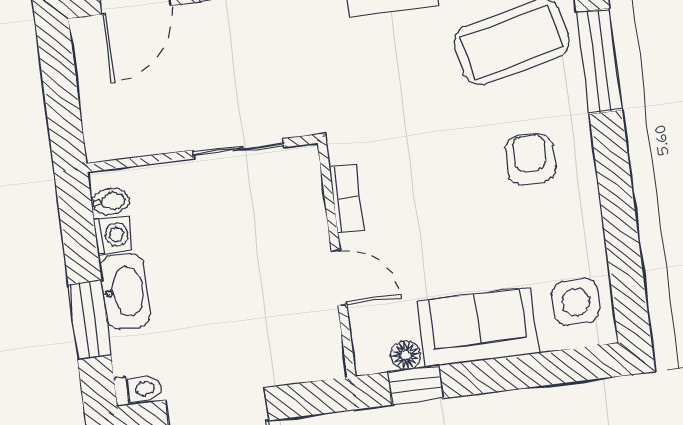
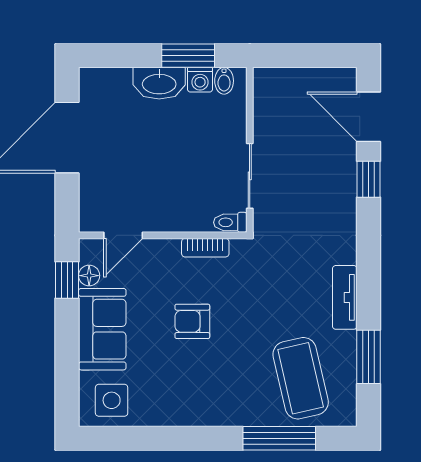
armchair: (530, 159) -> (192, 321), moved, turned 180
door: (339, 278) -> (123, 235), moved
window: (90, 320) -> (188, 56), moved
toilet: (138, 389) -> (230, 222), moved, turned 90

